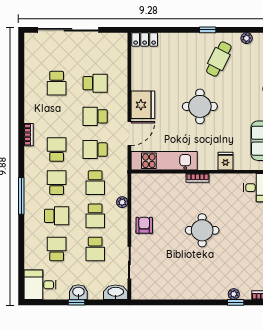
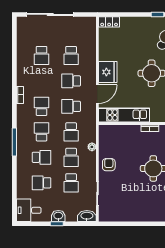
school desk: (95, 83) -> (71, 55), turned 90
school desk: (57, 249) -> (42, 183), turned -90

